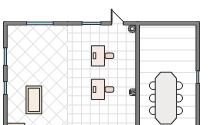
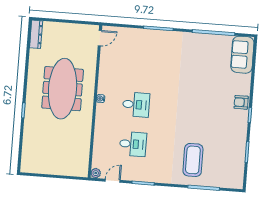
door: (117, 23) -> (113, 181), swing flipped
armchair: (14, 98) -> (241, 102), added
coffee table: (34, 100) -> (193, 160), moved

